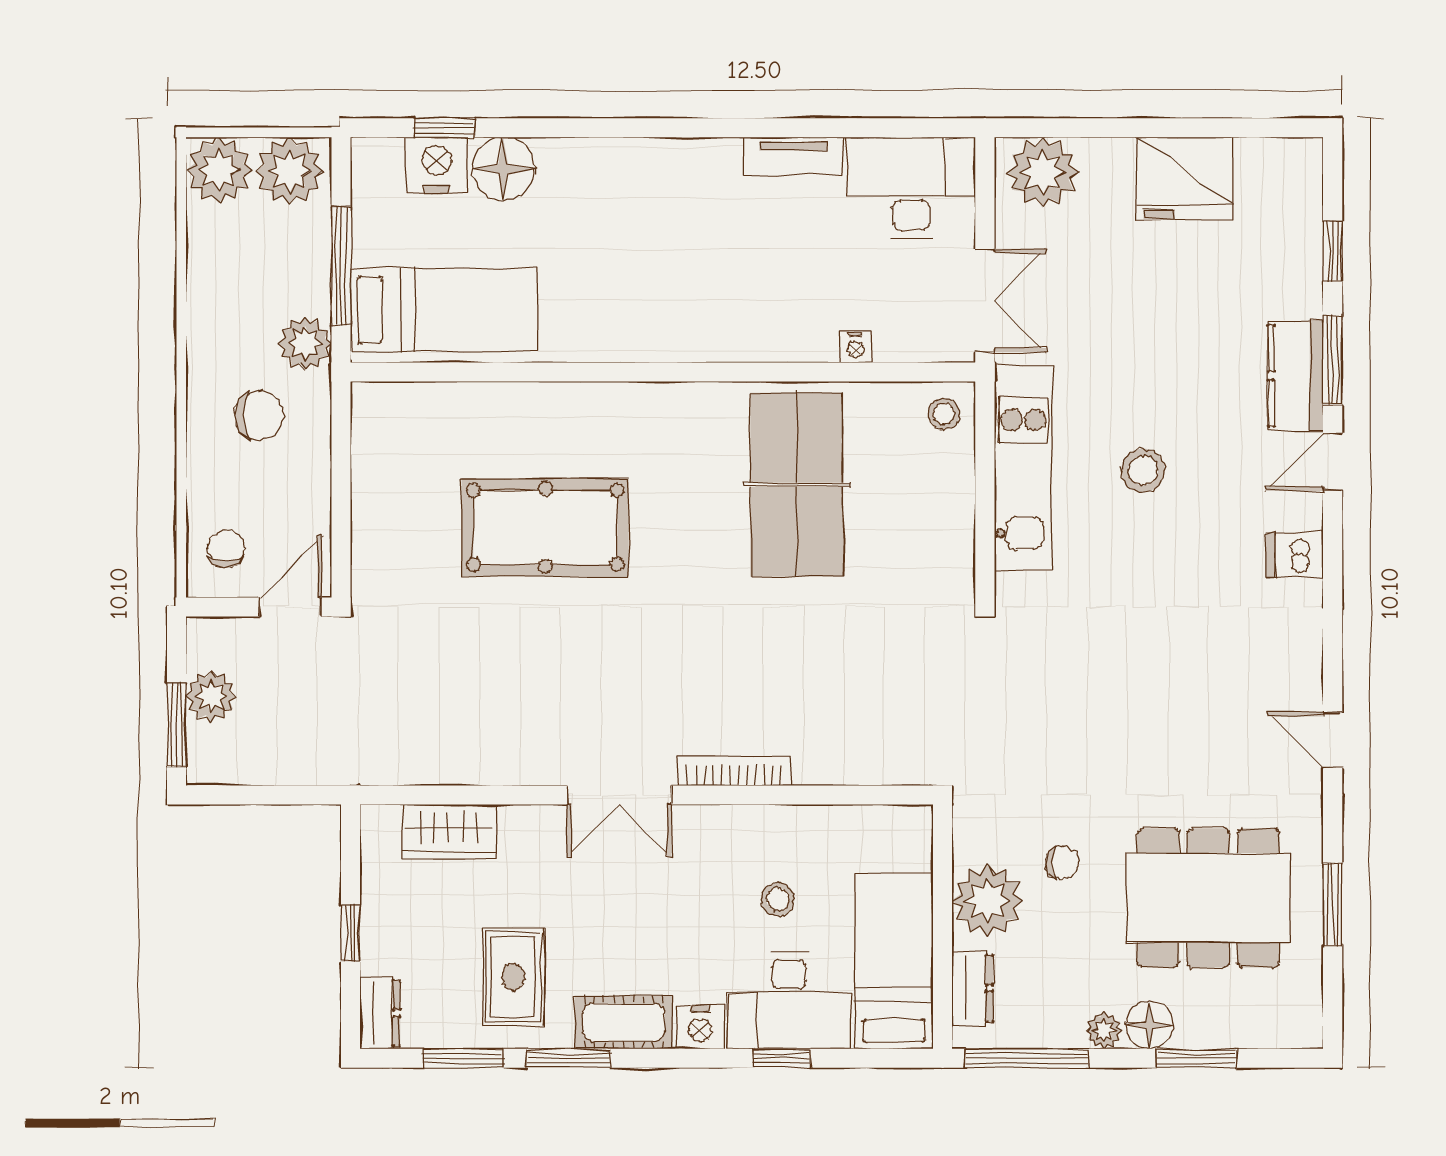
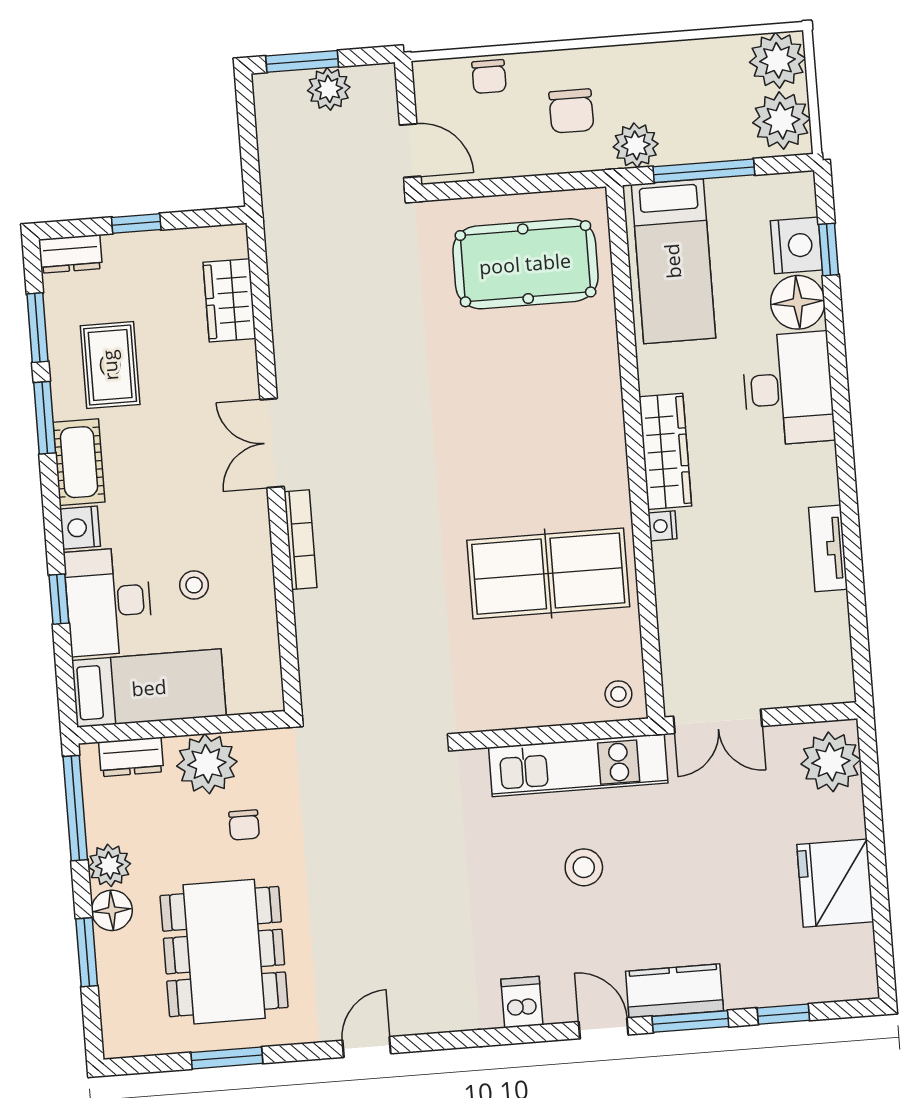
desk: (911, 188) -> (788, 389), moved
wardrobe: (665, 337) -> (665, 451), added
nightstand: (856, 347) -> (663, 526), moved
pool table: (545, 527) -> (525, 264), moved, turned 90
chair: (226, 549) -> (489, 77), moved, turned 90
rug: (513, 977) -> (110, 365), turned 90
plant: (1104, 1031) -> (109, 865), width x1.38, depth x1.38

